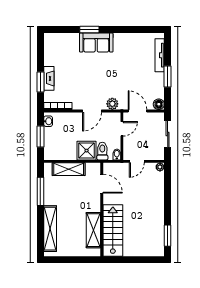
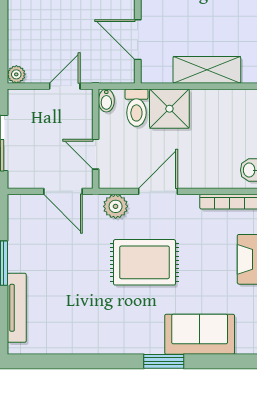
sofa: (96, 42) -> (200, 334), moved
rug: (98, 77) -> (145, 262), added
floor lamp: (159, 104) -> (19, 205), removed
door: (122, 129) -> (96, 154), hinge flipped

